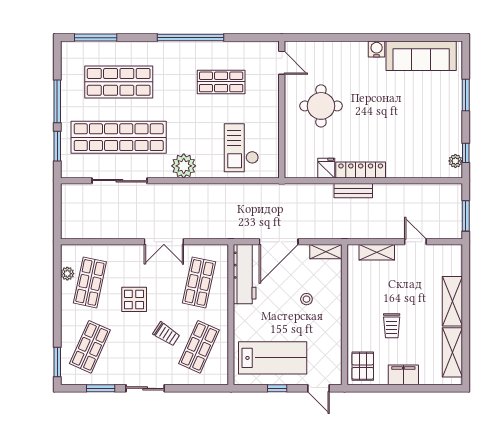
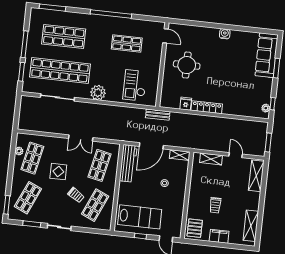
sofa: (421, 56) -> (267, 55), moved, turned 90
bench: (353, 191) -> (158, 115), moved
shelving: (452, 301) -> (256, 176), moved

